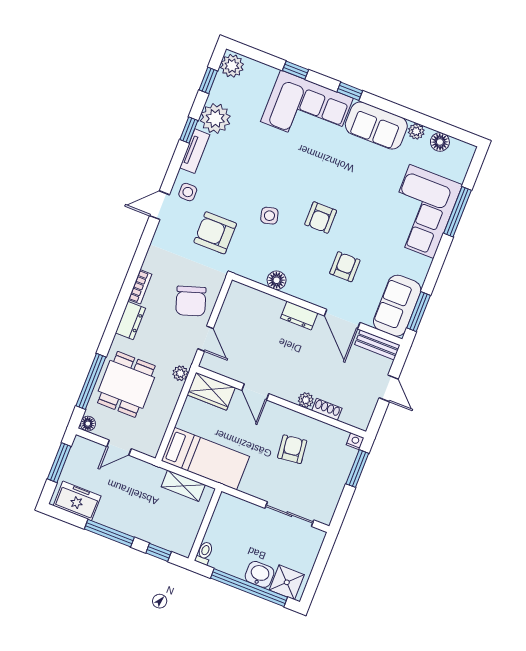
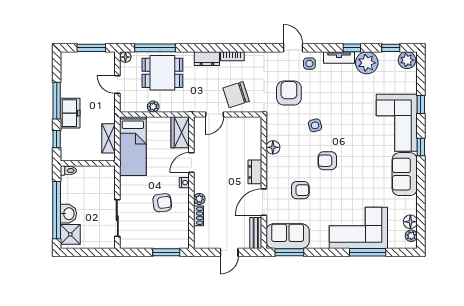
plant: (416, 131) -> (411, 236), moved
plant: (180, 373) -> (153, 107), moved
nightstand: (355, 441) -> (184, 183), moved
freezer: (77, 501) -> (70, 113), moved

